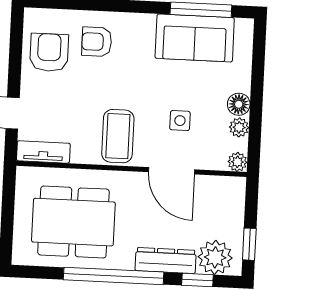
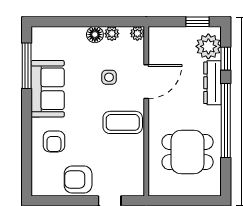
sofa: (195, 38) -> (48, 89), moved
armchair: (49, 52) -> (78, 180), moved
tv unit: (43, 152) -> (137, 177), removed
dining table: (73, 222) -> (188, 152), width x0.73

